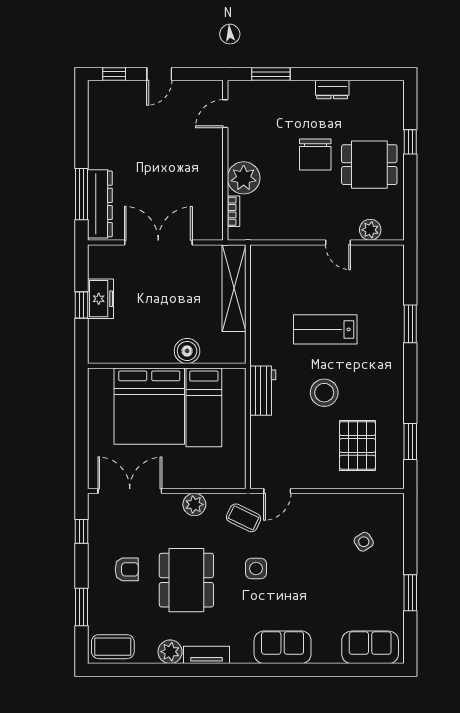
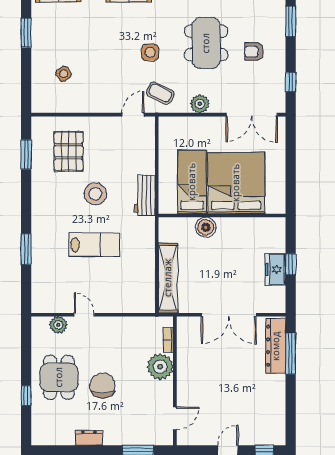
dining table: (369, 165) -> (59, 377), turned 90

